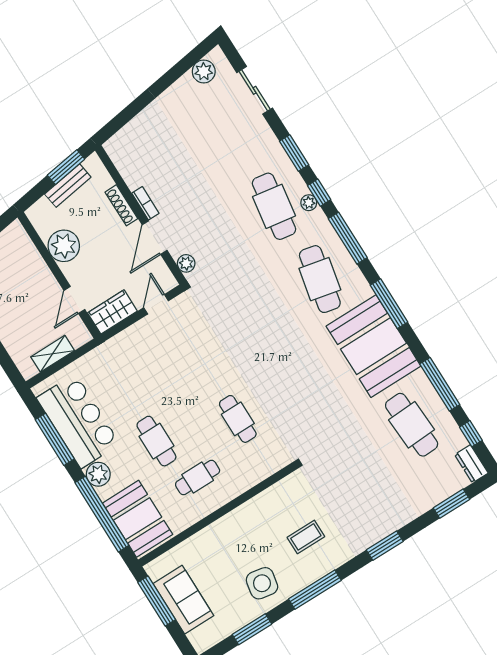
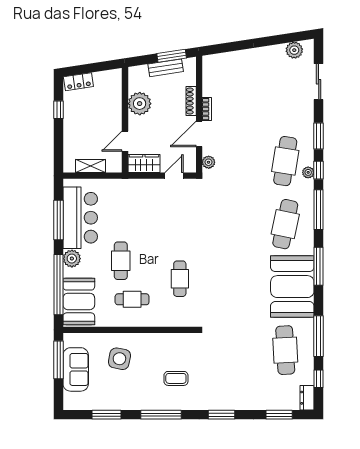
side table: (262, 583) -> (119, 359), moved

